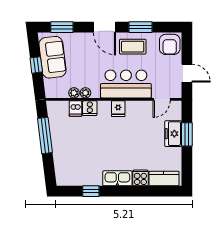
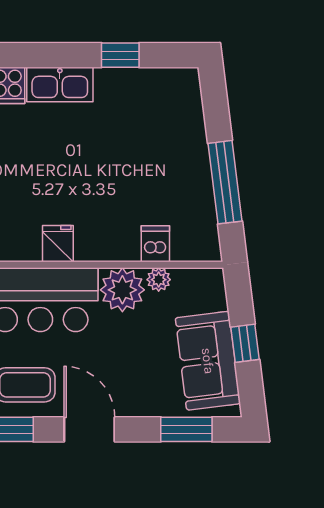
plant: (85, 93) -> (122, 290), width x1.88, depth x1.88
cooker: (90, 108) -> (123, 245), removed

